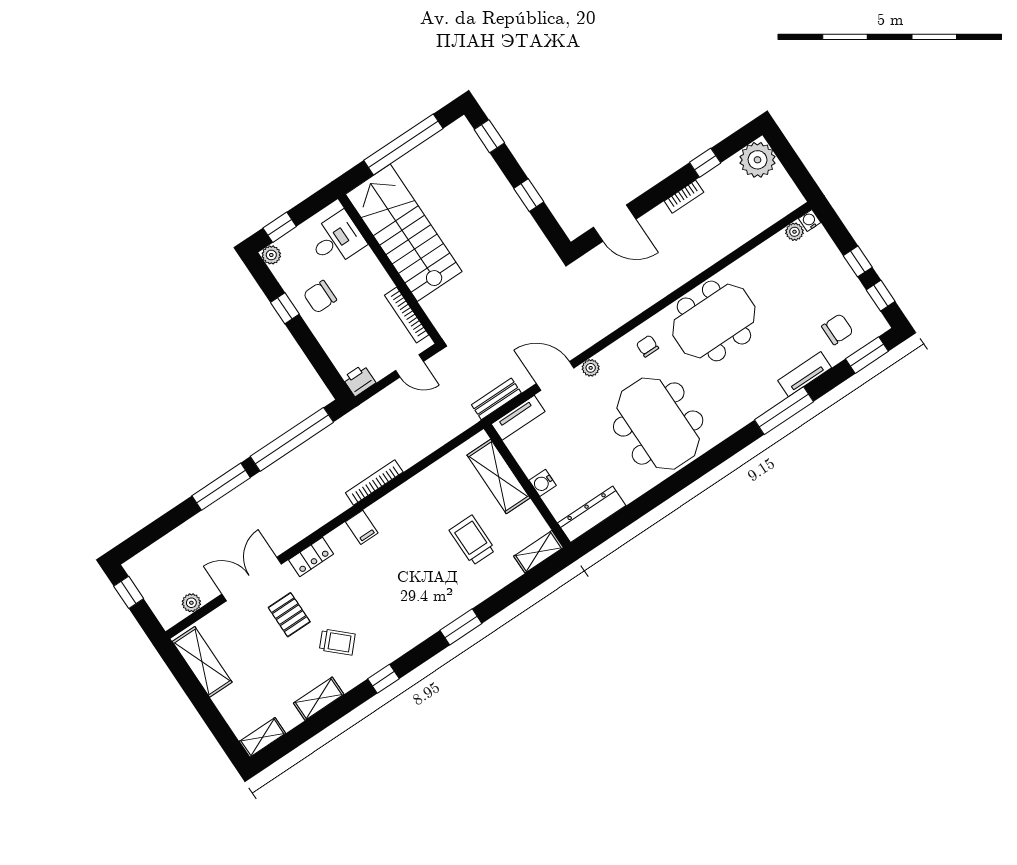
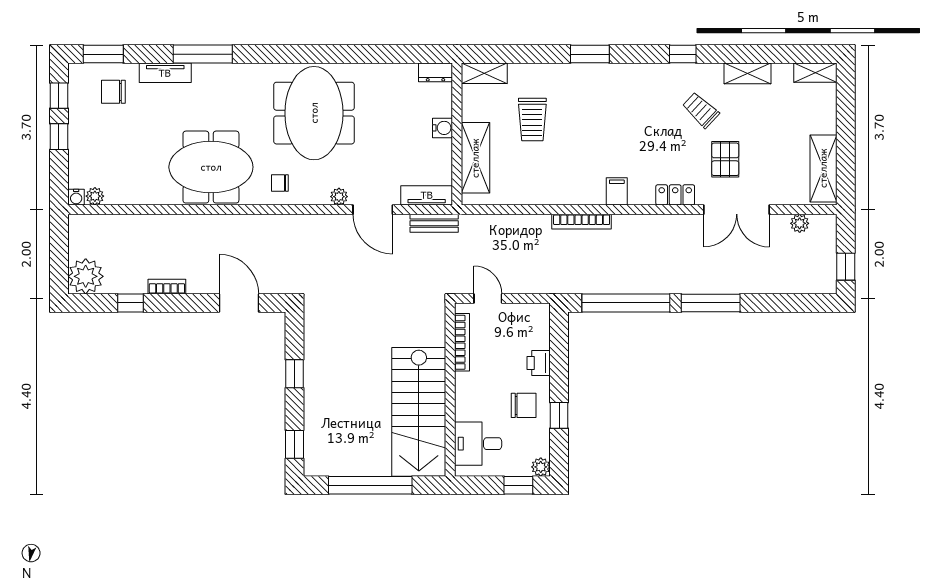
chair: (647, 346) -> (280, 183), turned 90
printer: (359, 380) -> (539, 363), moved, turned 90
dresser: (592, 514) -> (435, 72), width x0.51, depth x0.80

